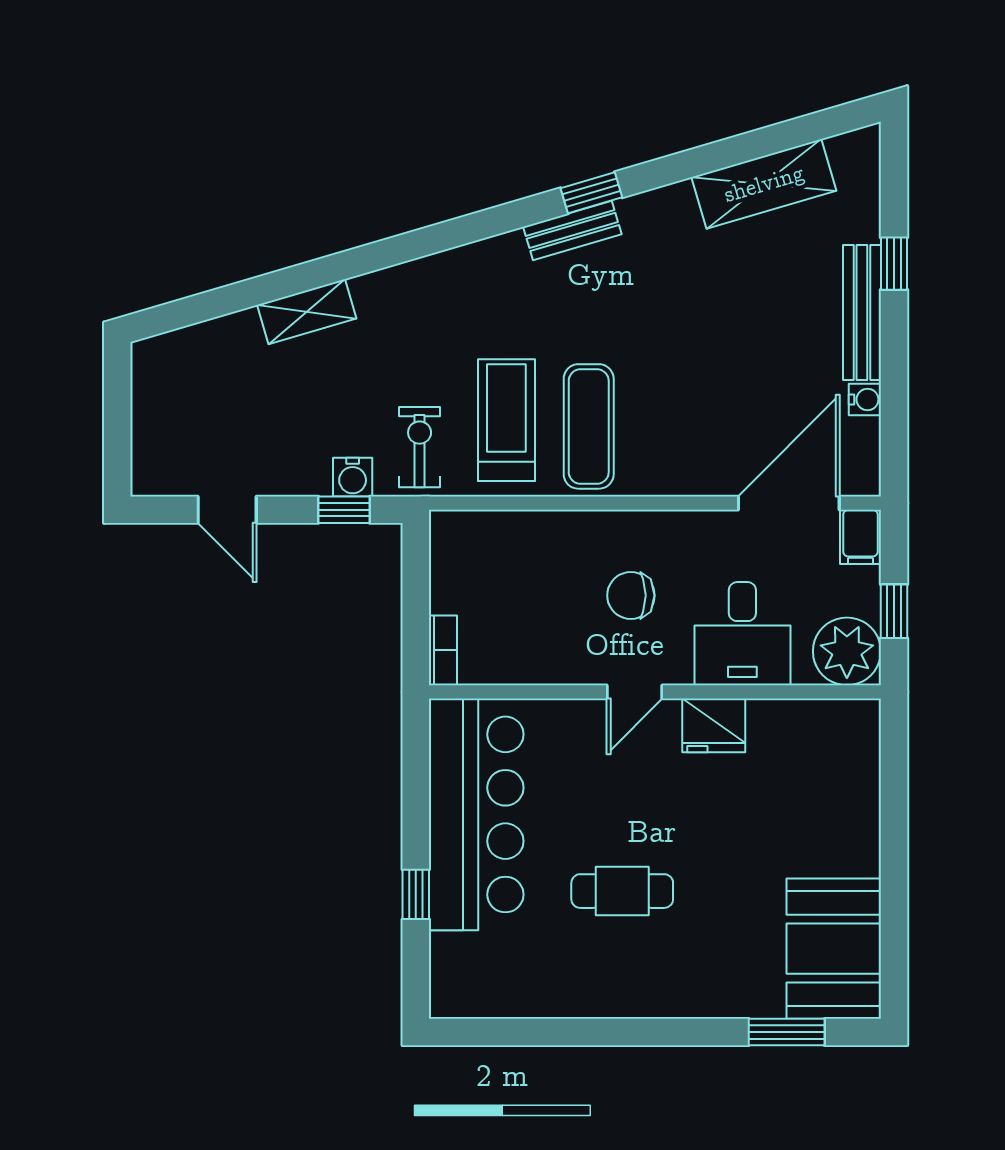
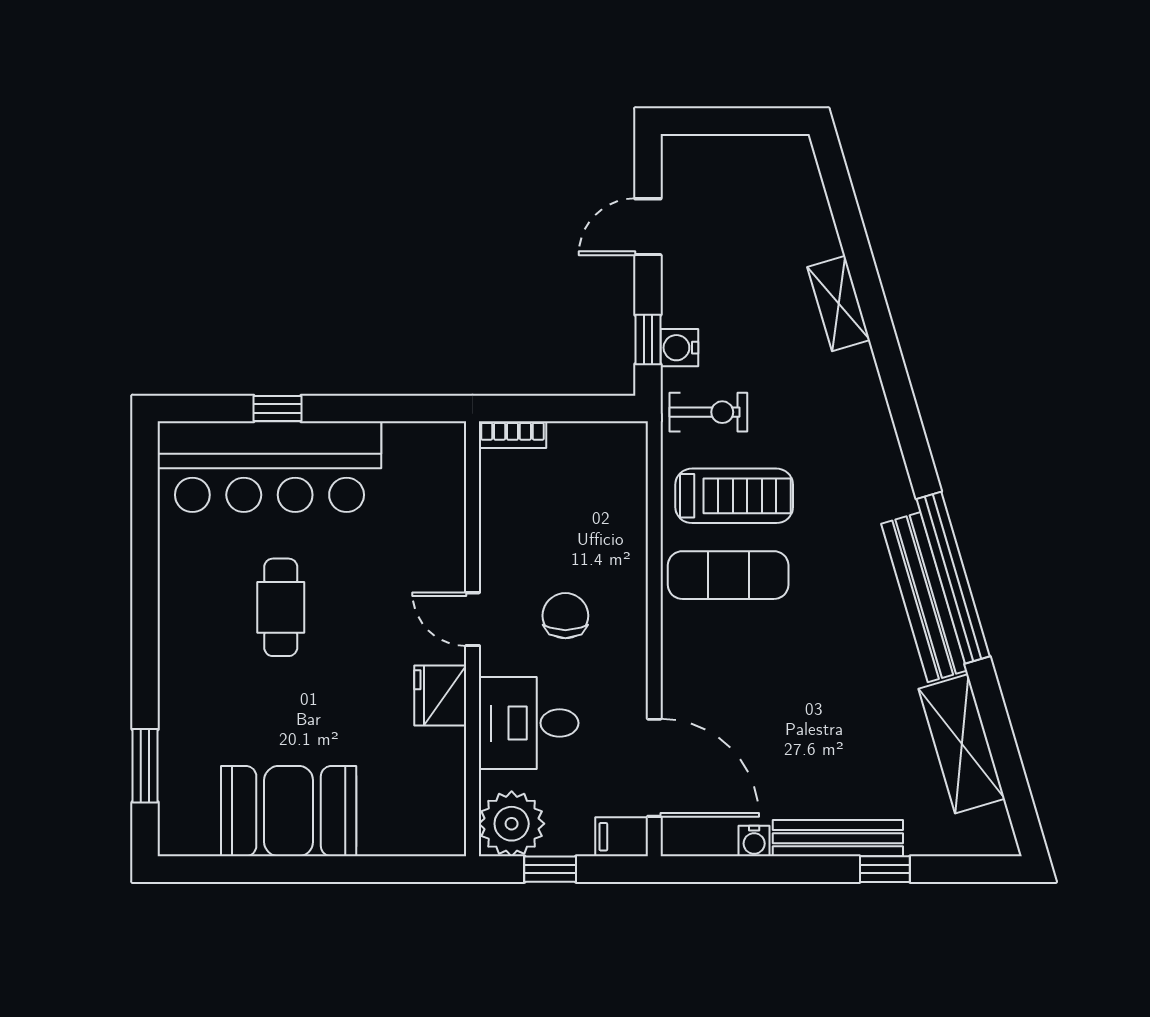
window: (591, 193) -> (953, 578), width x3.17
bench: (572, 230) -> (924, 597), width x1.86, depth x1.21
bar counter: (476, 814) -> (269, 467), moved
booth: (834, 949) -> (289, 811), moved

